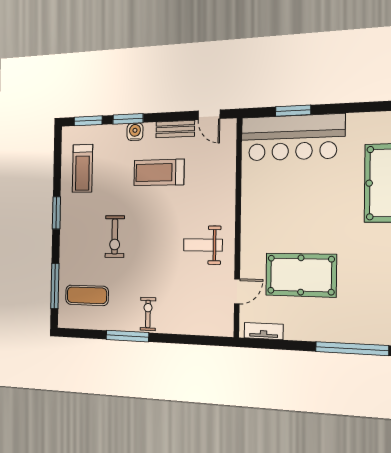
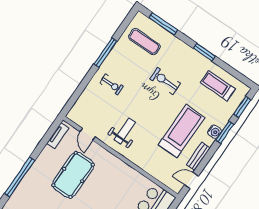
treadmill: (159, 173) -> (182, 131), width x1.37, depth x1.38
exercise mat: (87, 295) -> (144, 42), turned 90
exercise bike: (148, 314) -> (112, 84), moved

